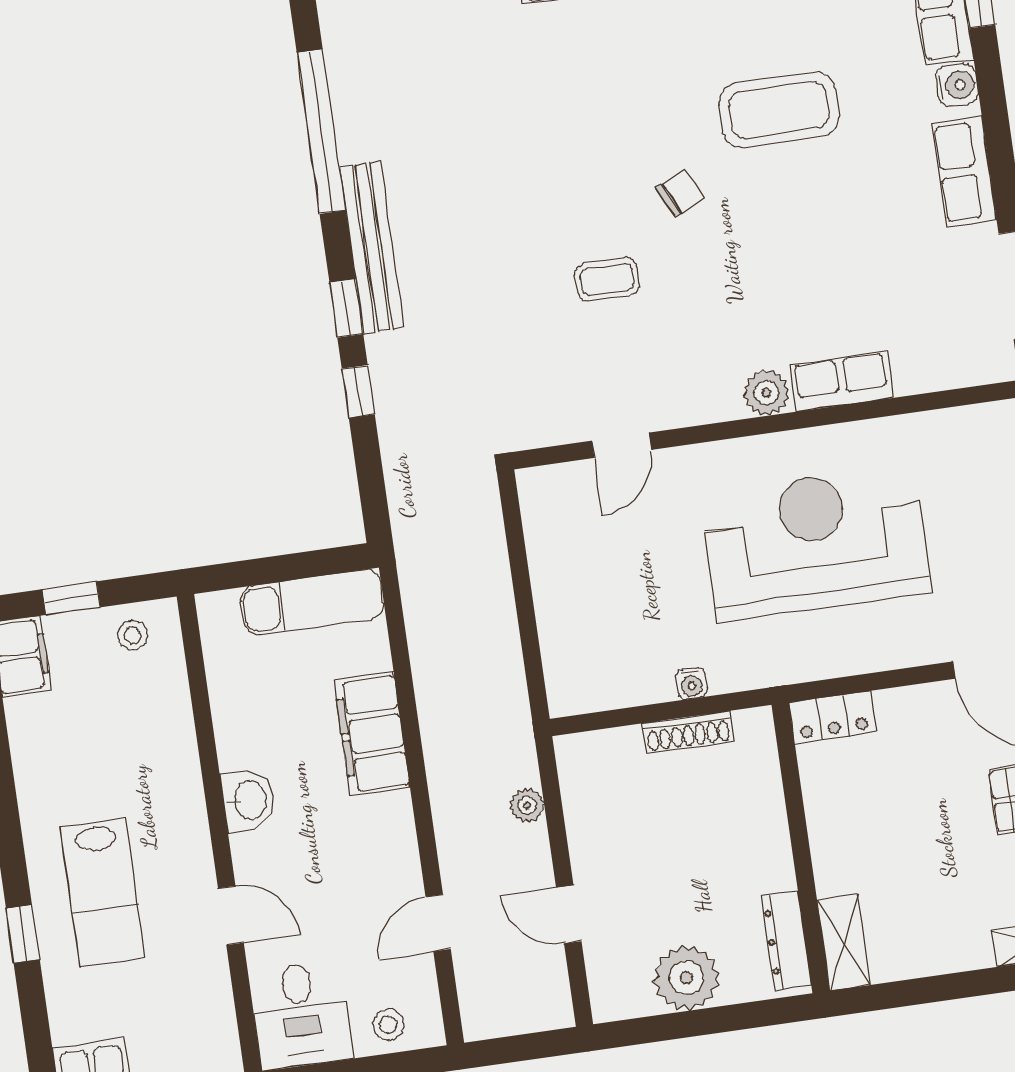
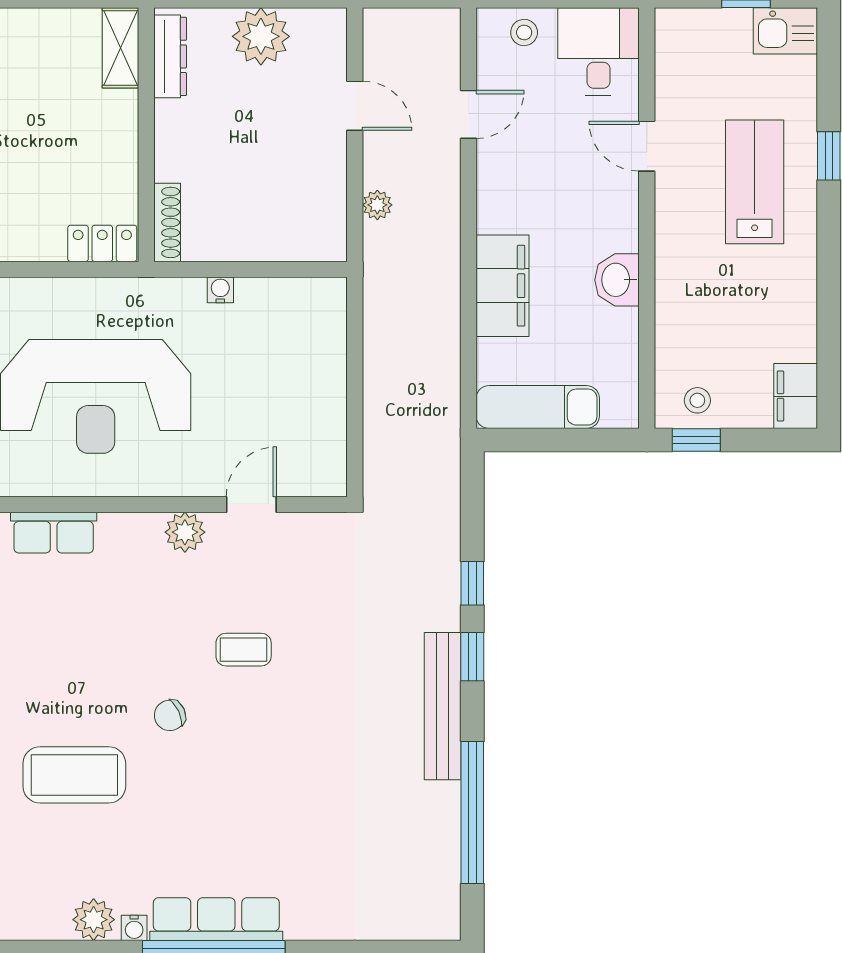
plant: (766, 393) -> (185, 532), moved
window: (71, 598) -> (696, 440), moved
shoe rack: (688, 732) -> (167, 222), moved, turned 90
washbasin: (249, 800) -> (617, 280), moved

